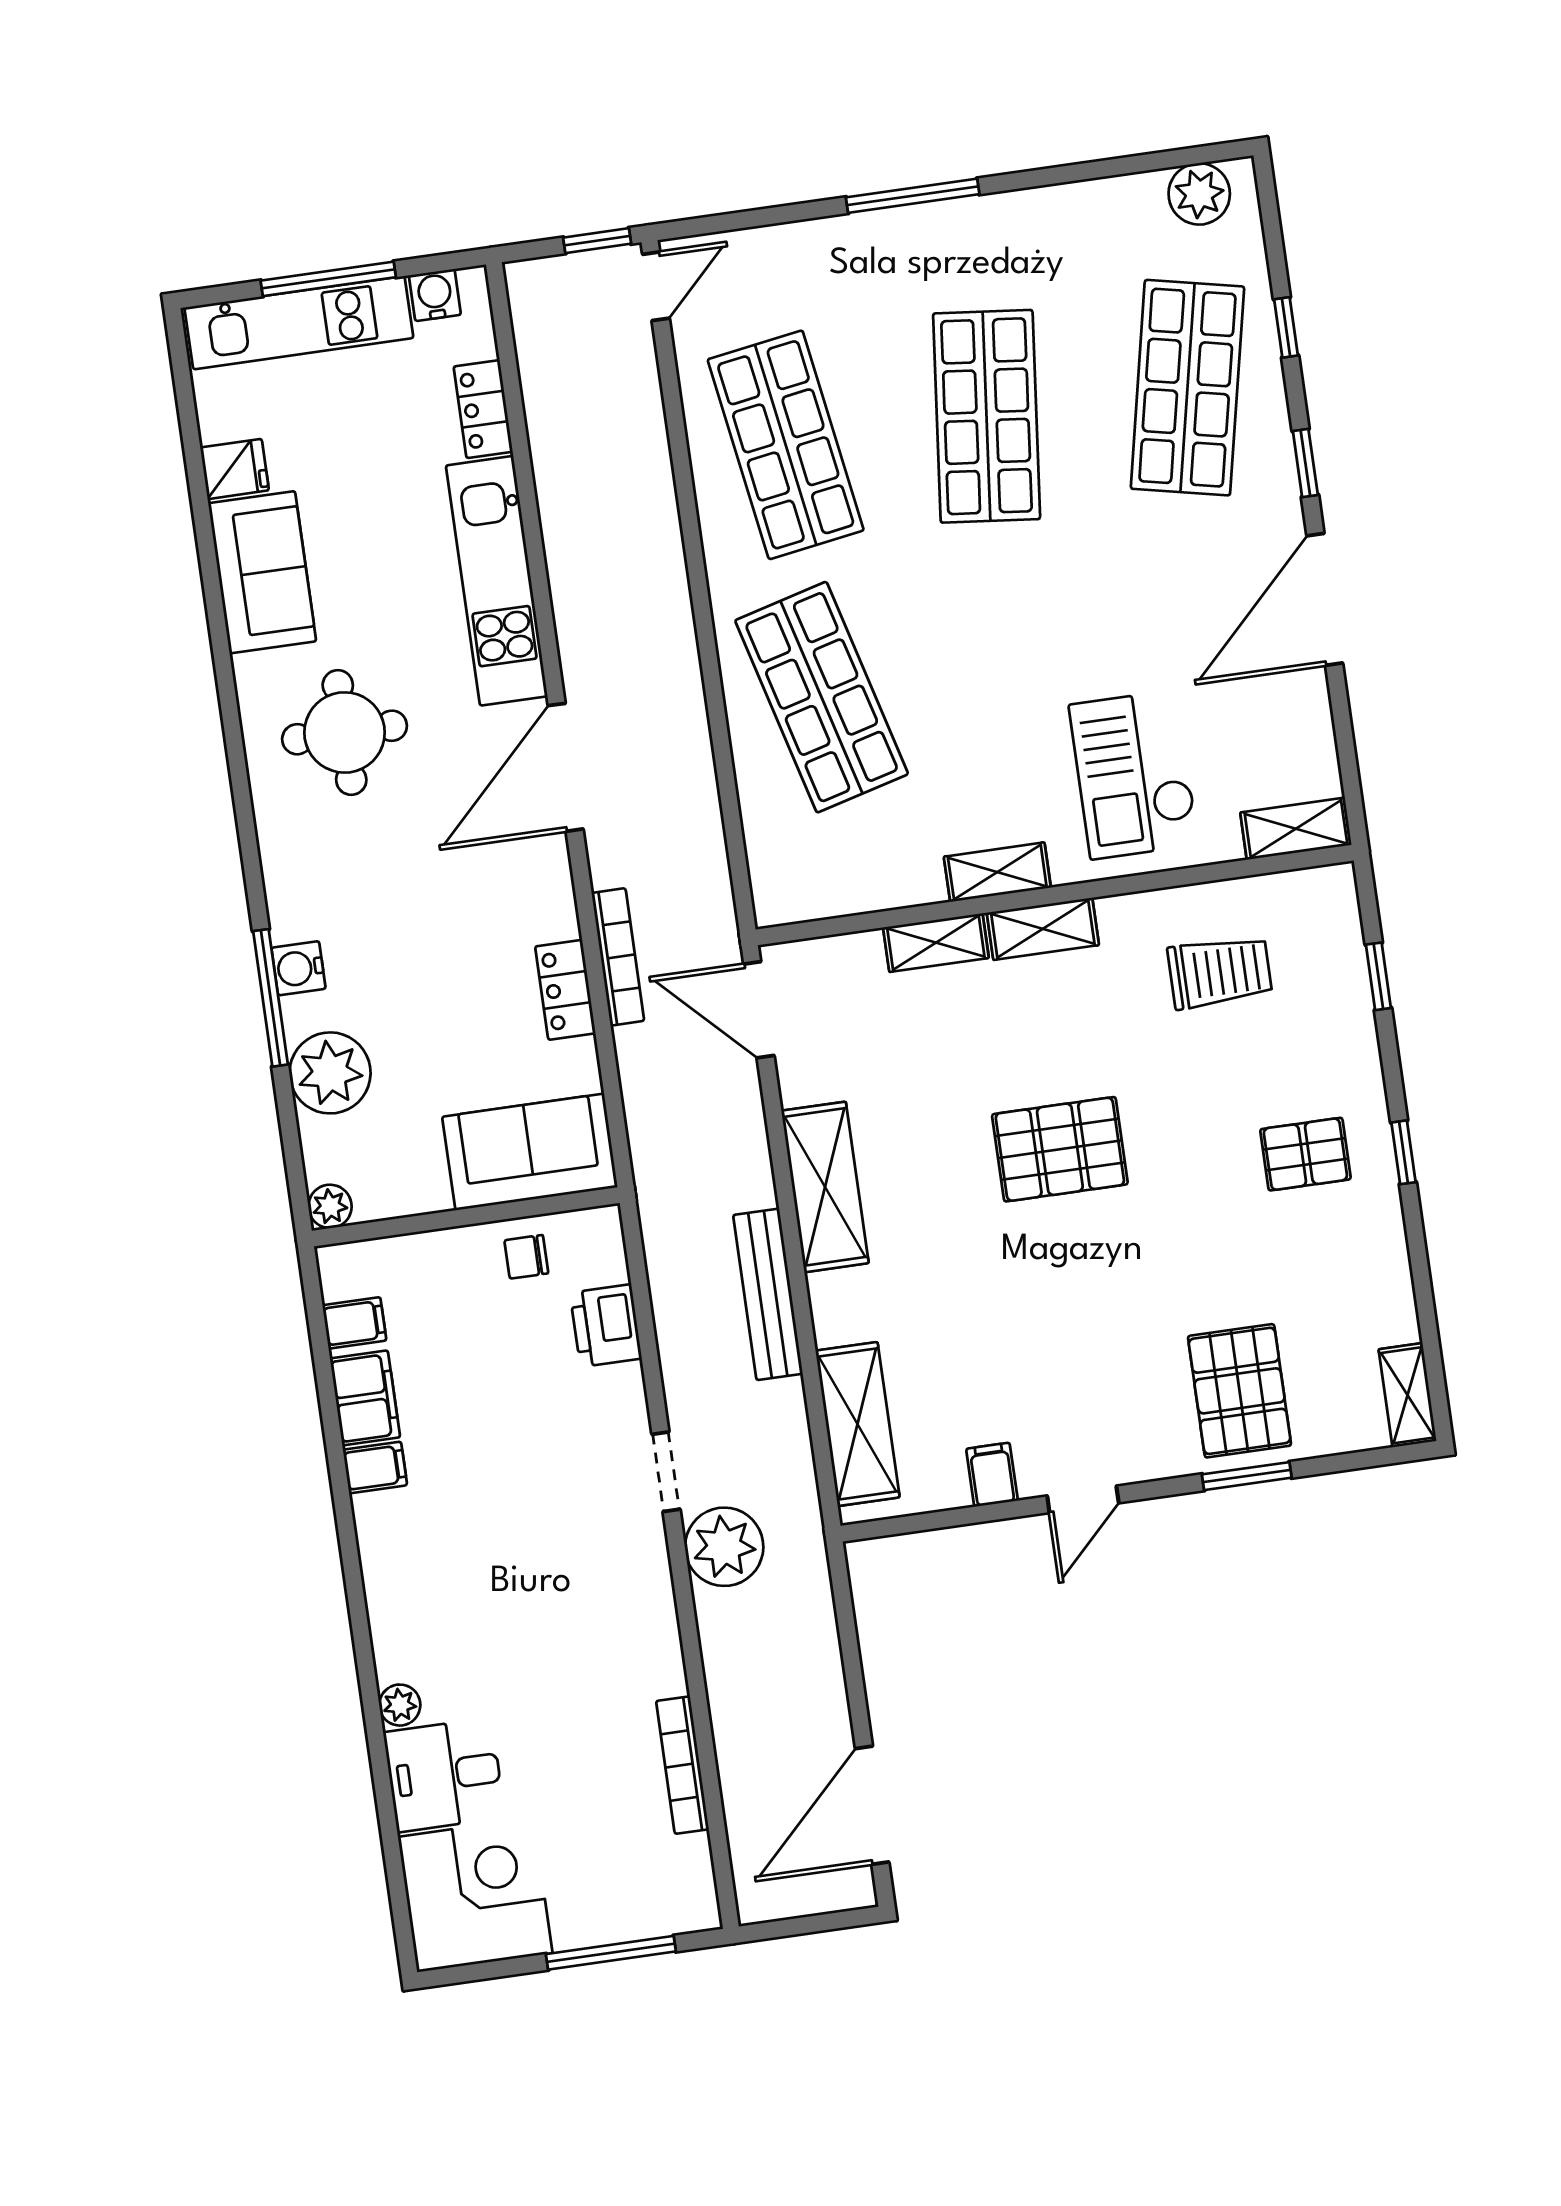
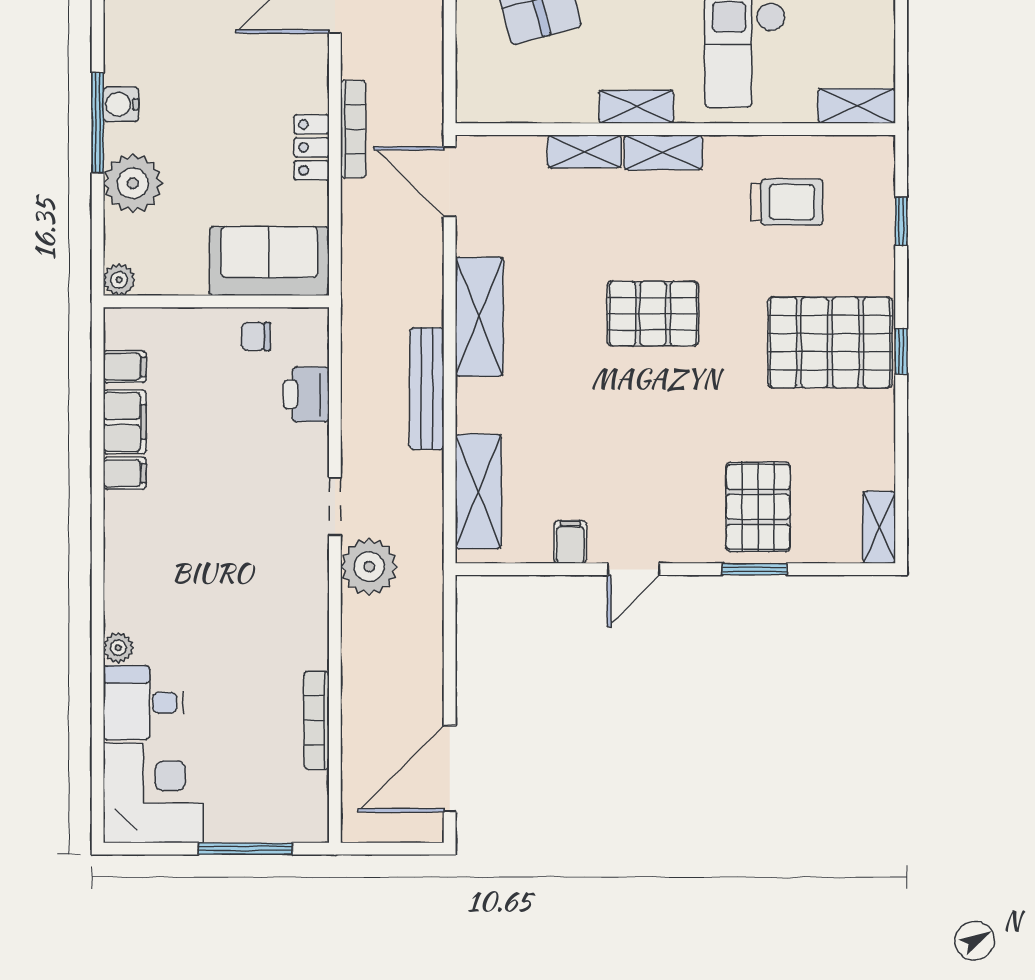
pallet: (1305, 1154) -> (830, 342), width x2.05, depth x2.00

